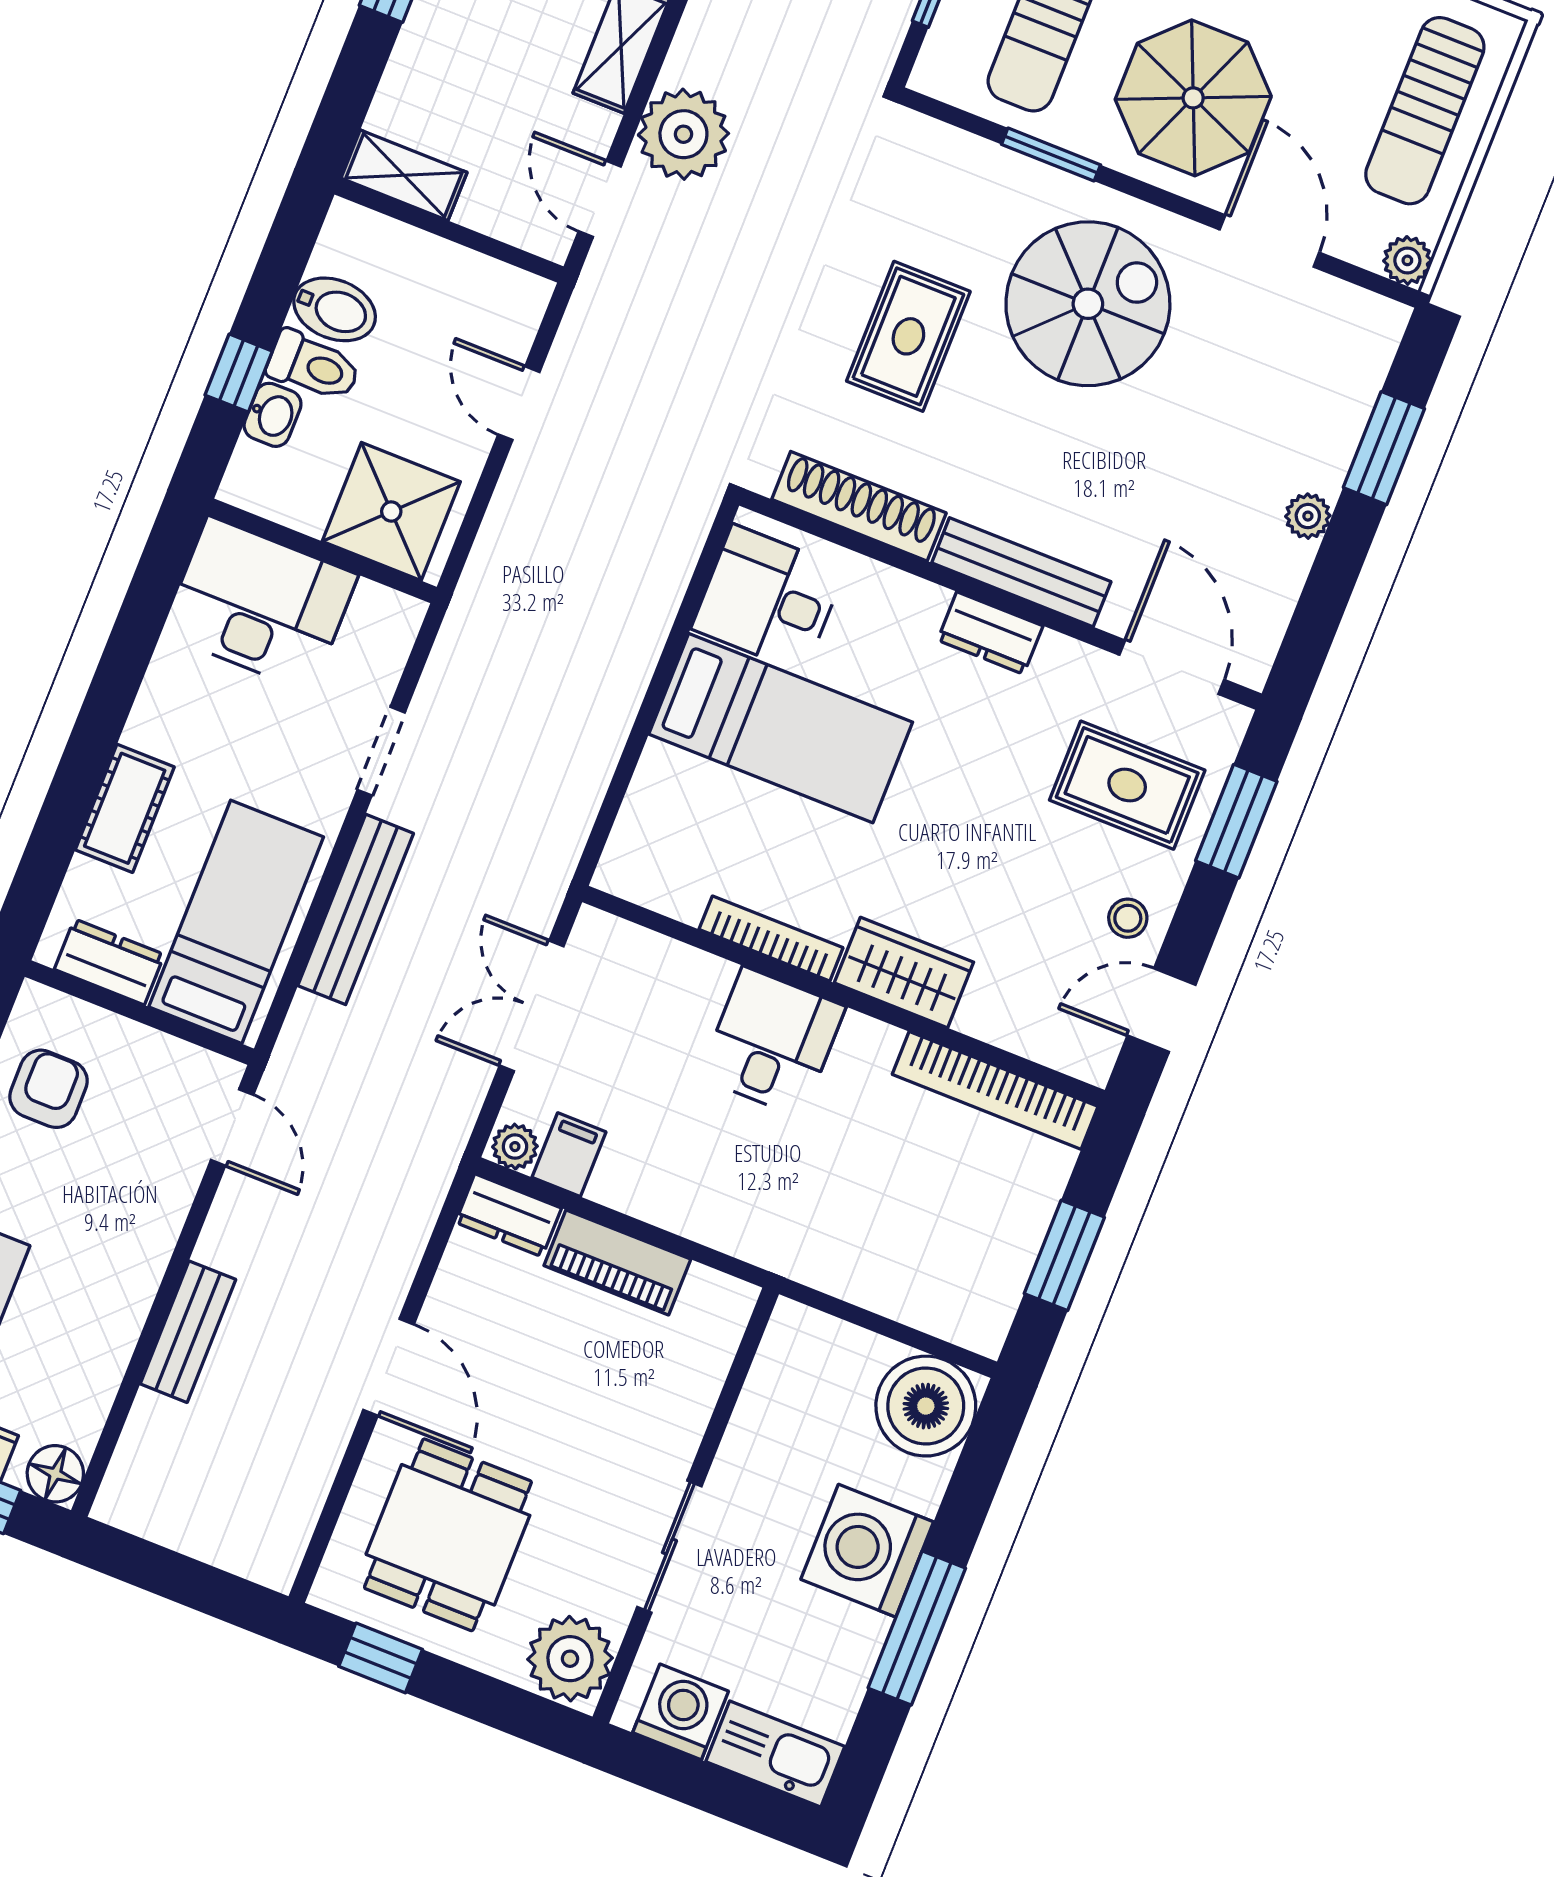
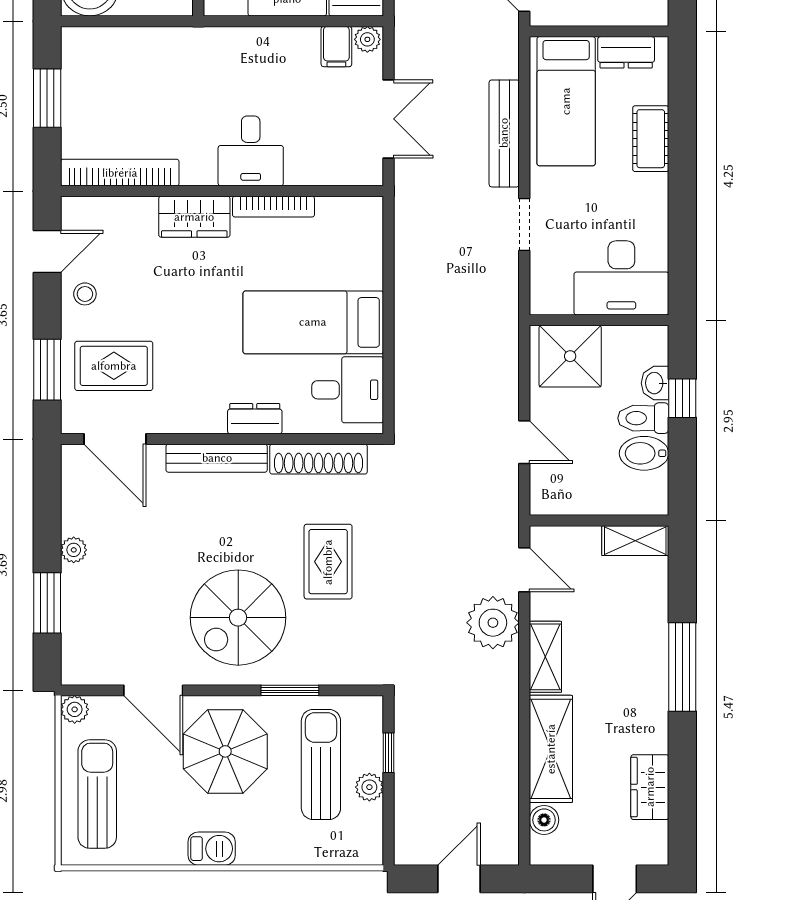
dresser: (990, 633) -> (255, 419), moved

